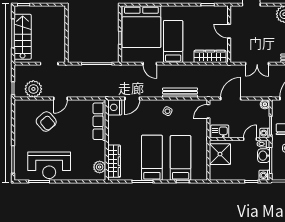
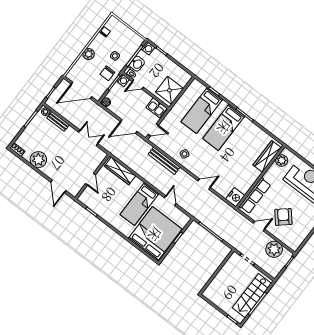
nightstand: (115, 107) -> (235, 197), moved
row of seats: (99, 121) -> (255, 195), moved
wall: (107, 140) -> (260, 177), moved
wardrobe: (114, 161) -> (267, 156), moved
plant: (100, 167) -> (282, 160), moved

